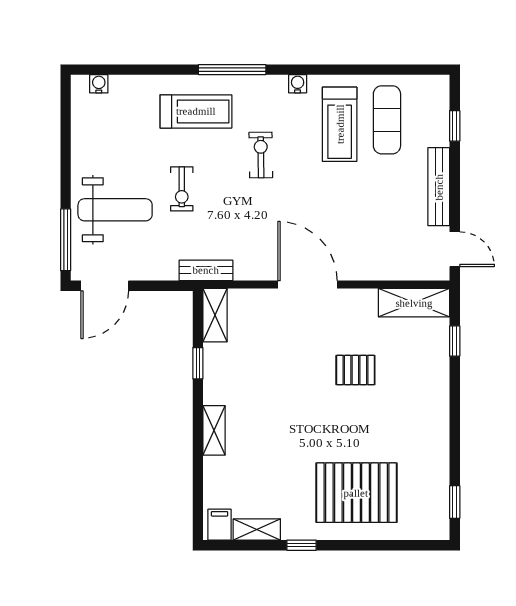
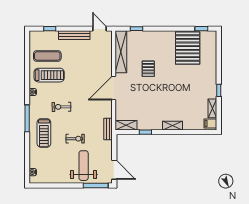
treadmill: (196, 111) -> (44, 133), turned 180
door: (455, 249) -> (99, 29), hinge flipped
shelving: (414, 303) -> (121, 52), width x1.47
pallet: (356, 493) -> (188, 48), moved

